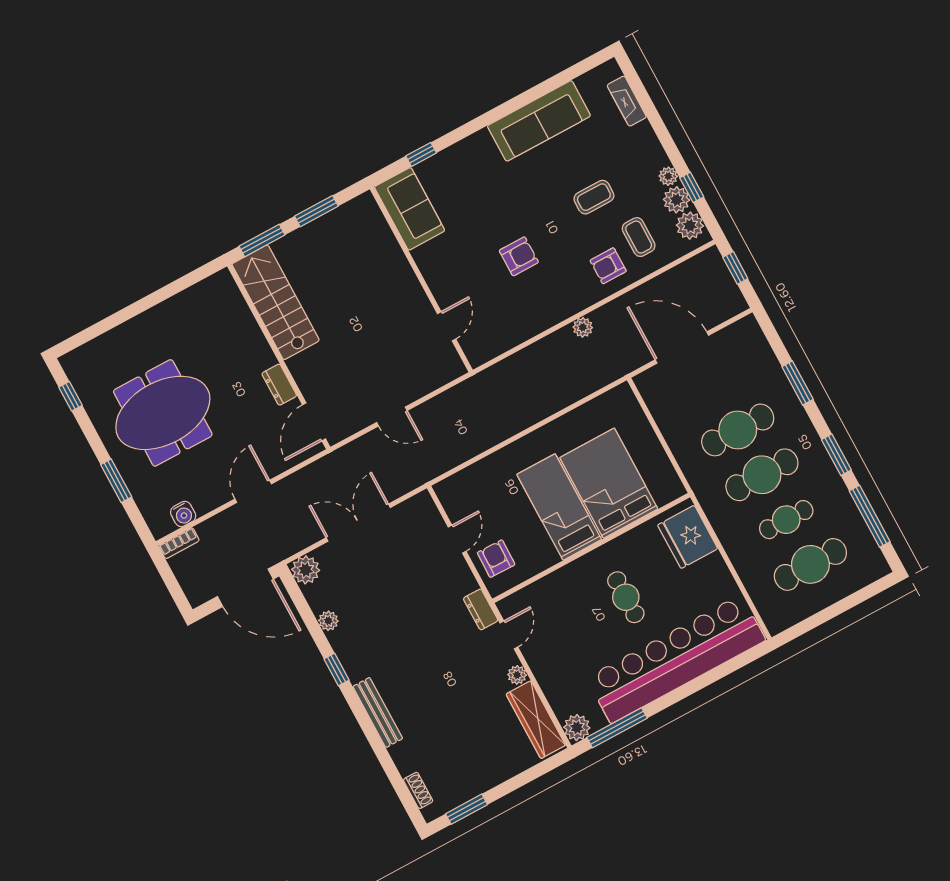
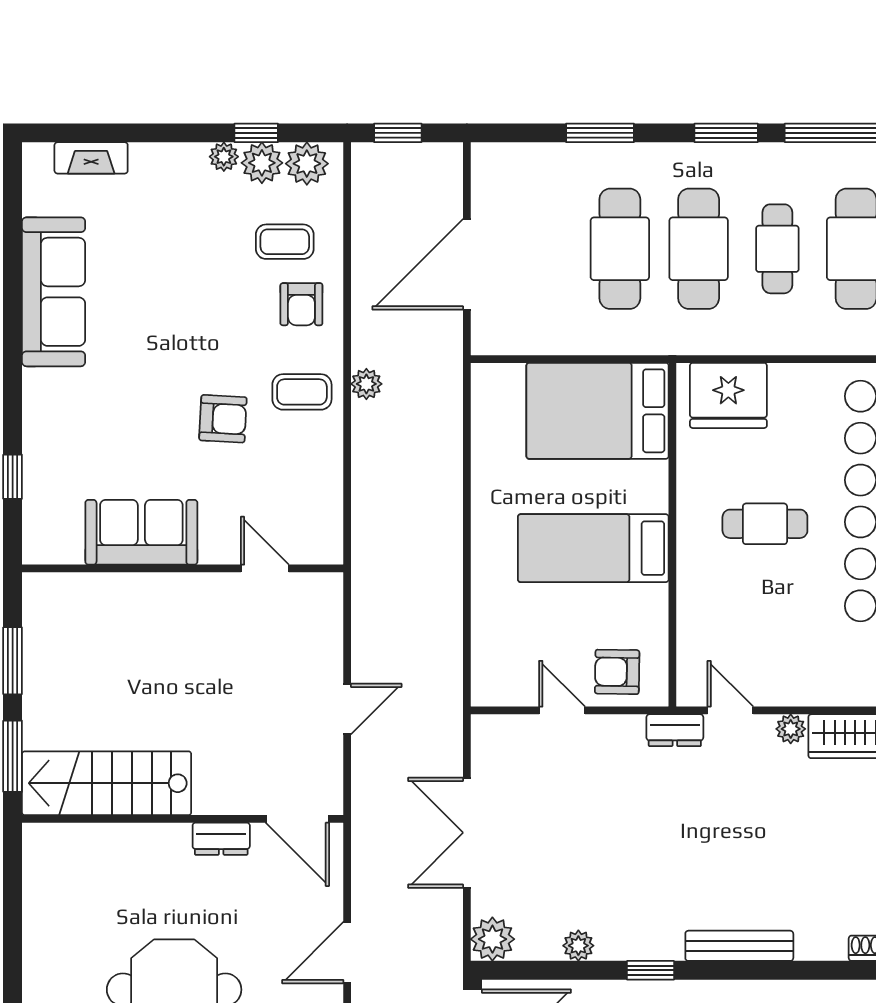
coffee table: (594, 197) -> (302, 392), moved, turned 90
sofa: (410, 209) -> (141, 532), moved
armchair: (519, 256) -> (223, 419), turned 93
bed: (609, 483) -> (598, 411), moved
door: (253, 491) -> (347, 953), hinge flipped

